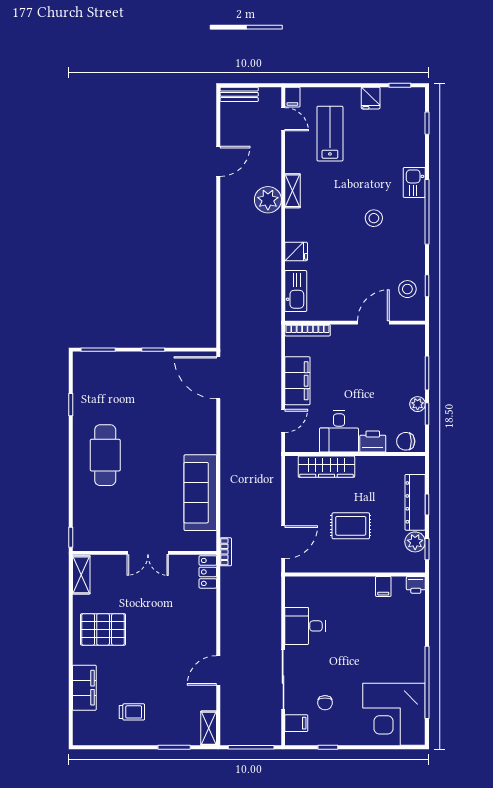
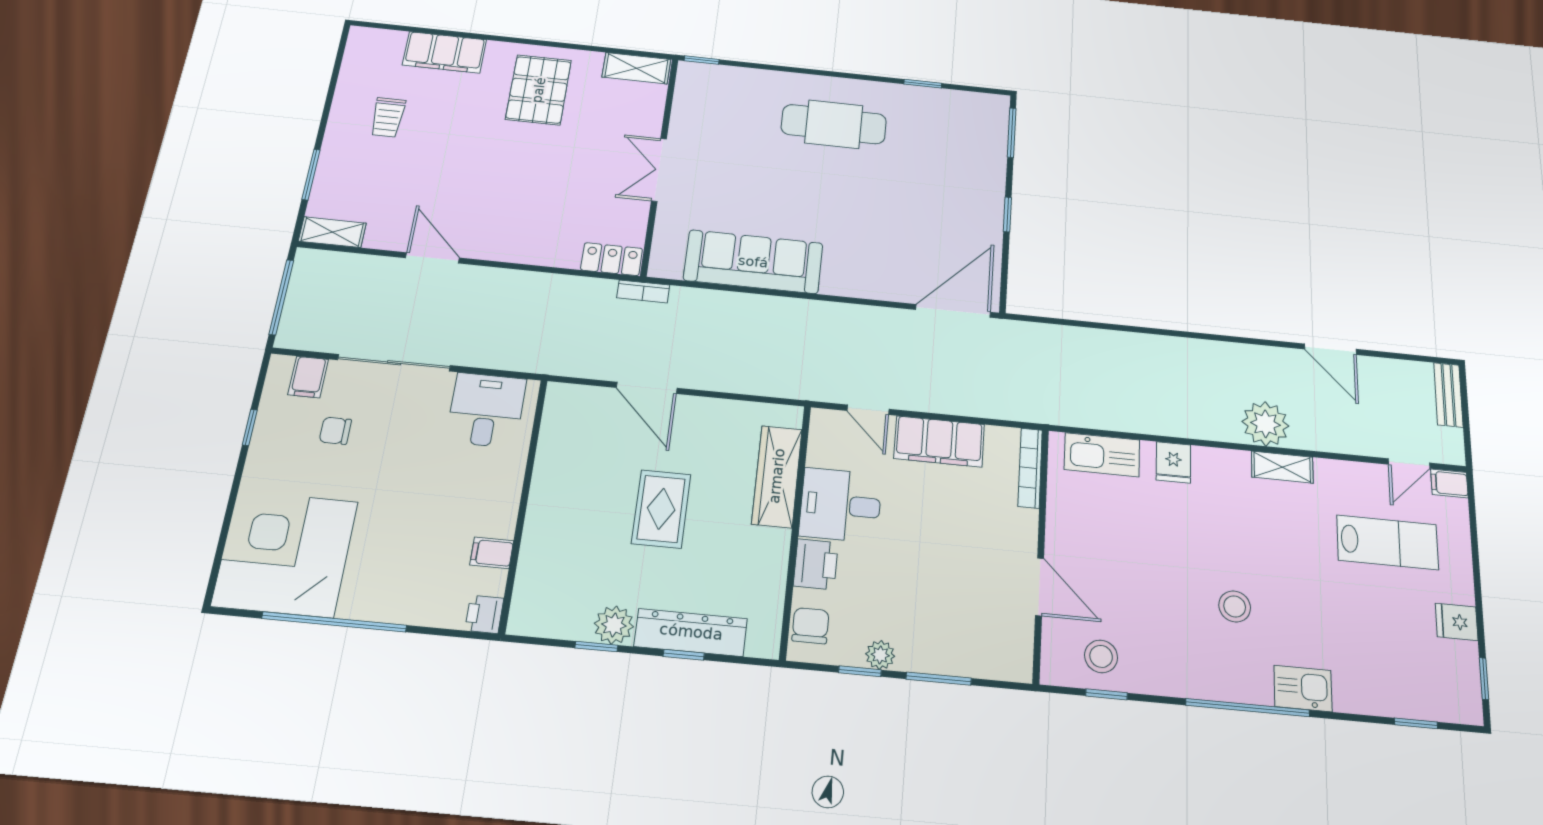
wall: (355, 575) -> (523, 503), moved
printer: (416, 585) -> (484, 614), moved
filing cabinet: (383, 586) -> (492, 553), moved

